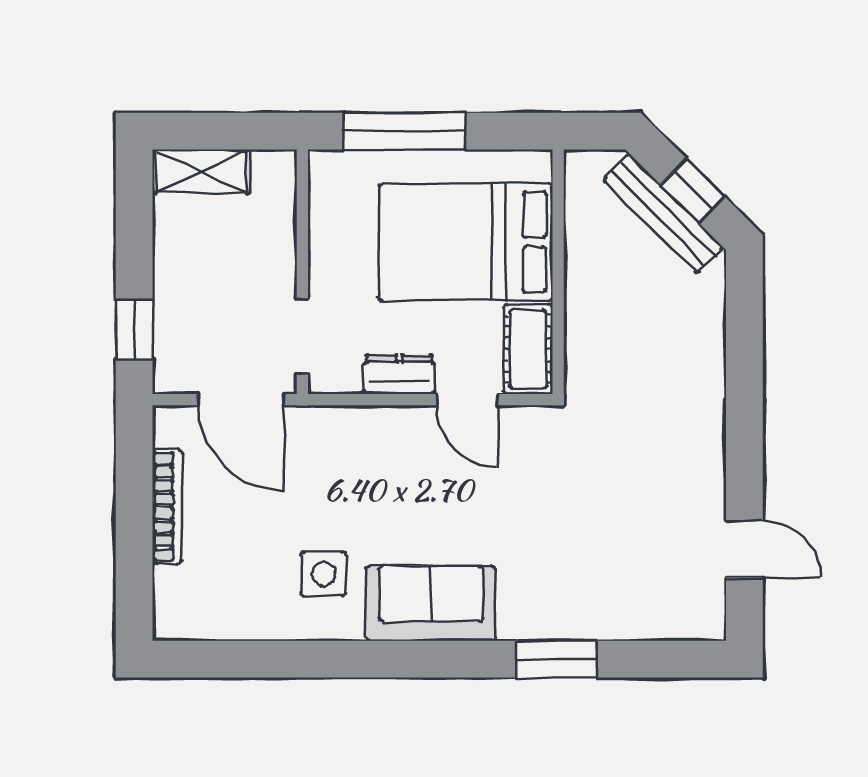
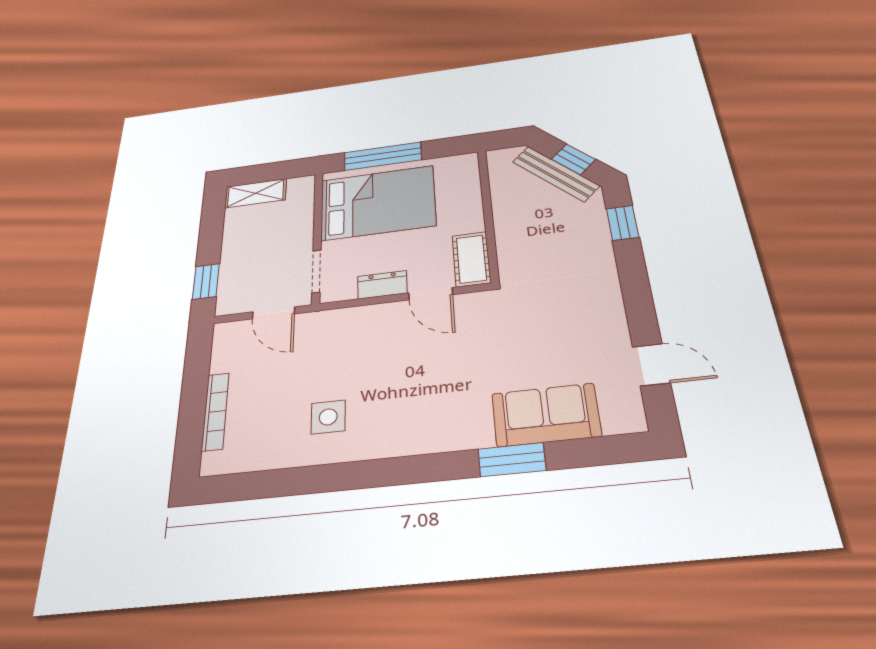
bed: (466, 242) -> (378, 203), moved, turned 180
window: (744, 320) -> (622, 223), added
door: (241, 400) -> (273, 313), width x0.73
bookcase: (167, 506) -> (215, 411), moved
sofa: (431, 603) -> (546, 415), moved

